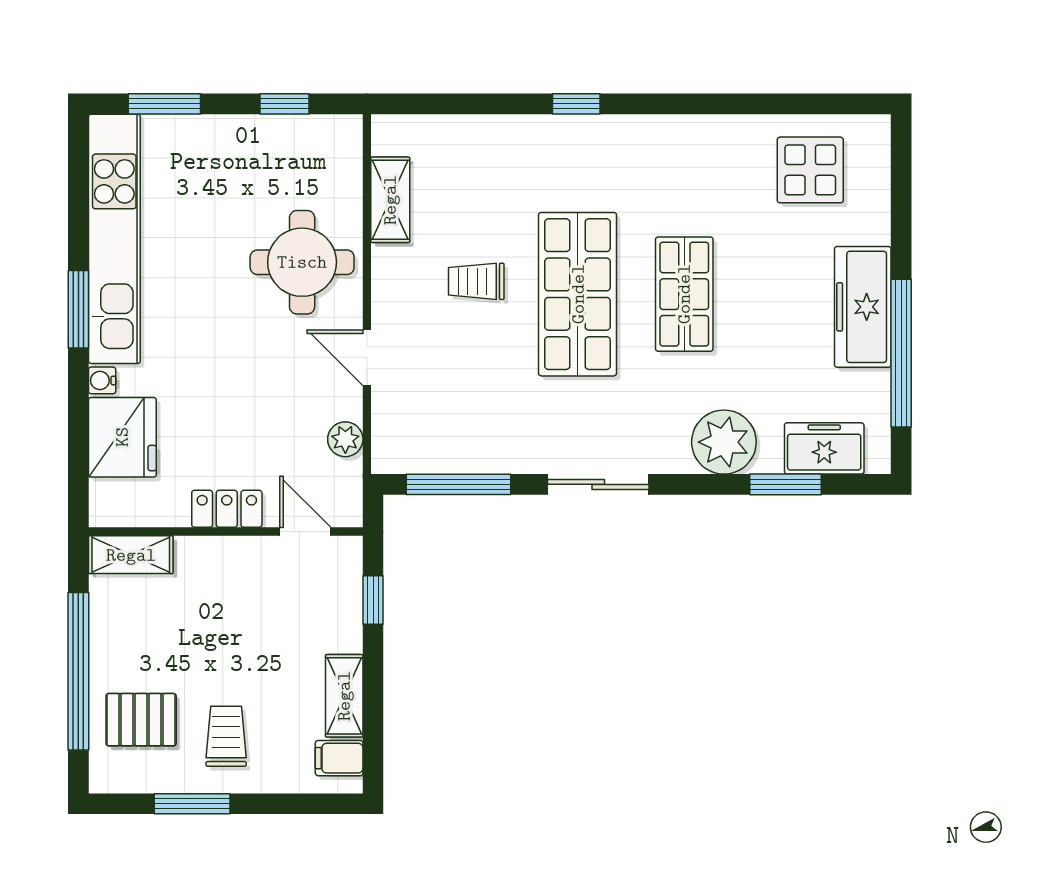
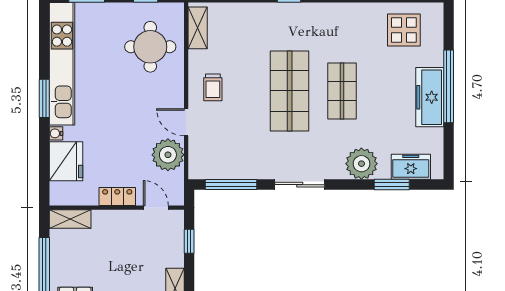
shelving: (390, 200) -> (198, 28), moved
round table: (302, 262) -> (150, 47), moved
trolley: (476, 281) -> (213, 87), moved, turned -90
window: (901, 353) -> (449, 86), moved
plant: (345, 439) -> (168, 155), width x1.88, depth x1.88

